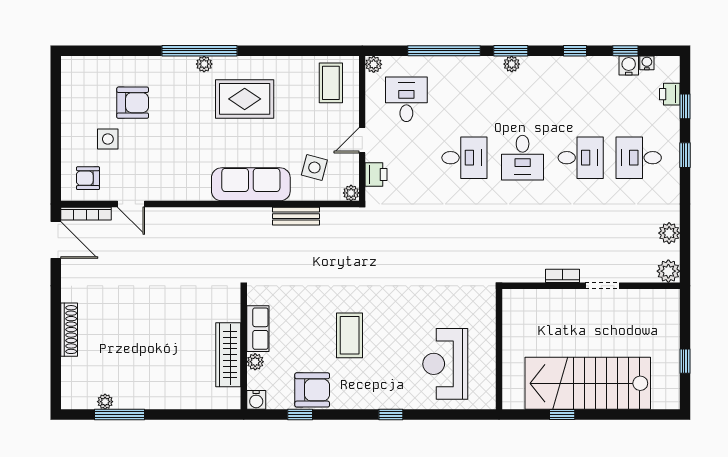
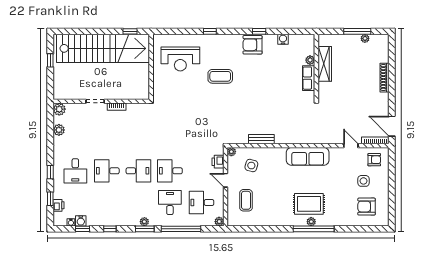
coffee table: (331, 83) -> (246, 200), moved
rug: (245, 99) -> (309, 204), moved
desk: (406, 99) -> (201, 203), turned 90
desk: (464, 99) -> (170, 203), added
armchair: (133, 103) -> (367, 207), moved
door: (362, 140) -> (225, 180), swing flipped
desk: (523, 158) -> (138, 171), turned 90
desk: (639, 158) -> (75, 171), turned 90
sofa: (251, 184) -> (308, 156), moved
row of seats: (258, 329) -> (309, 78), moved
coffee table: (350, 335) -> (220, 76), moved, turned 90
wall: (244, 349) -> (316, 67), moved
wardrobe: (228, 355) -> (325, 64), moved
plant: (255, 362) -> (310, 60), moved
reception desk: (445, 364) -> (180, 59), turned 90
stairs: (588, 383) -> (103, 48), width x1.36
window: (562, 414) -> (130, 31), moved

